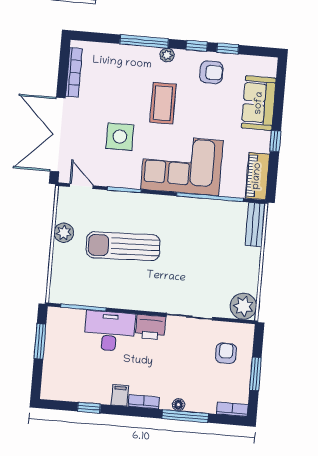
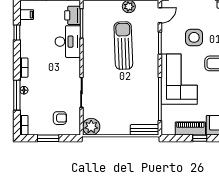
piano: (257, 176) -> (190, 129), moved
printer: (150, 327) -> (73, 15), moved
filing cabinet: (120, 395) -> (27, 15), moved

